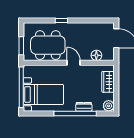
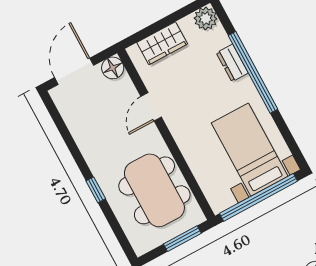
floor lamp: (96, 55) -> (113, 68), moved
door: (74, 63) -> (151, 107), moved

